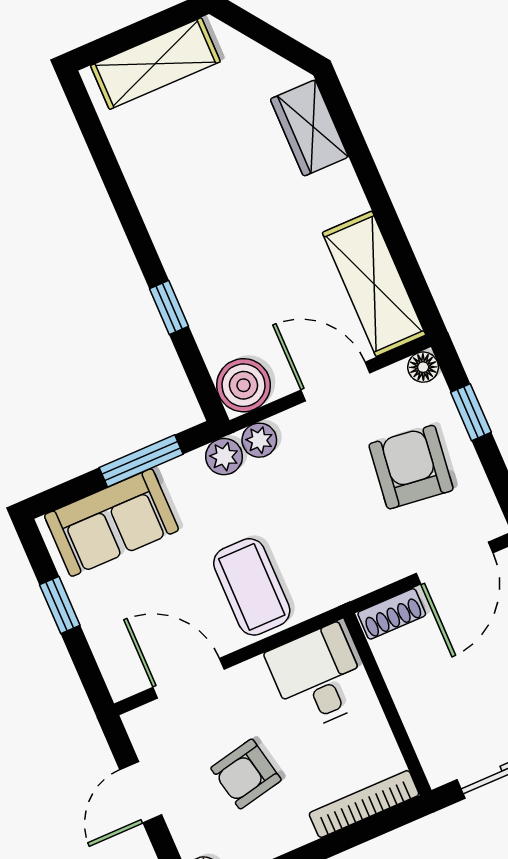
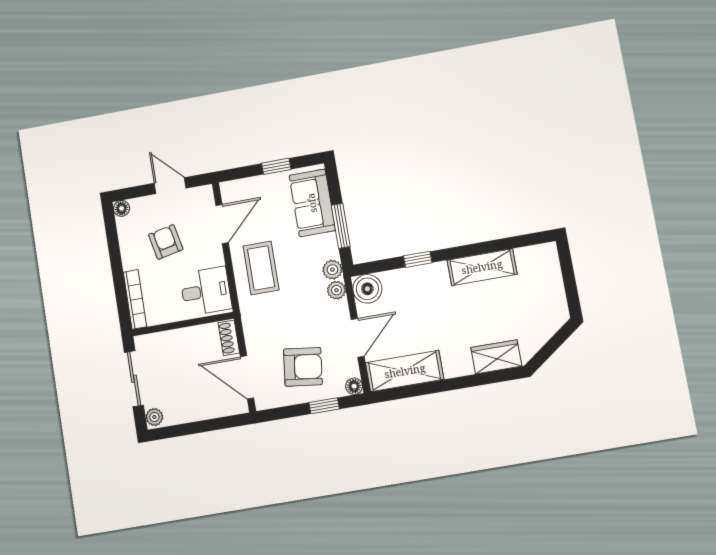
shelving: (155, 64) -> (482, 267), moved, turned 90
coffee table: (252, 587) -> (261, 268), turned 90

